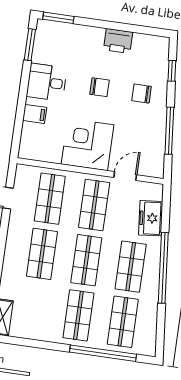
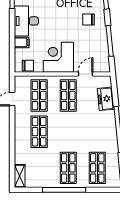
desk: (47, 82) -> (26, 21), width x1.37
chair: (100, 87) -> (28, 66), moved
shop shelf: (86, 260) -> (68, 132), removed
shop shelf: (131, 267) -> (97, 132), removed
window: (103, 353) -> (64, 190), moved

